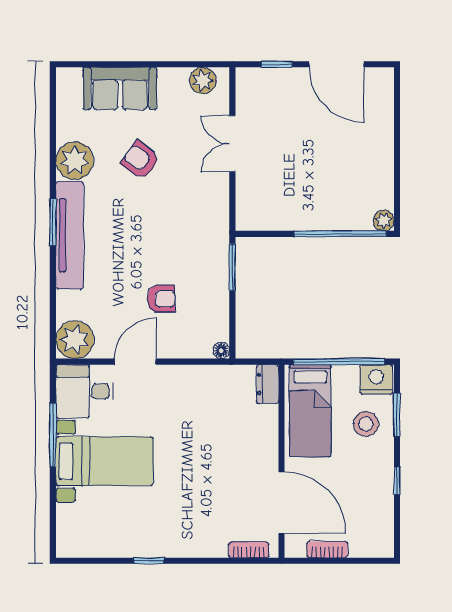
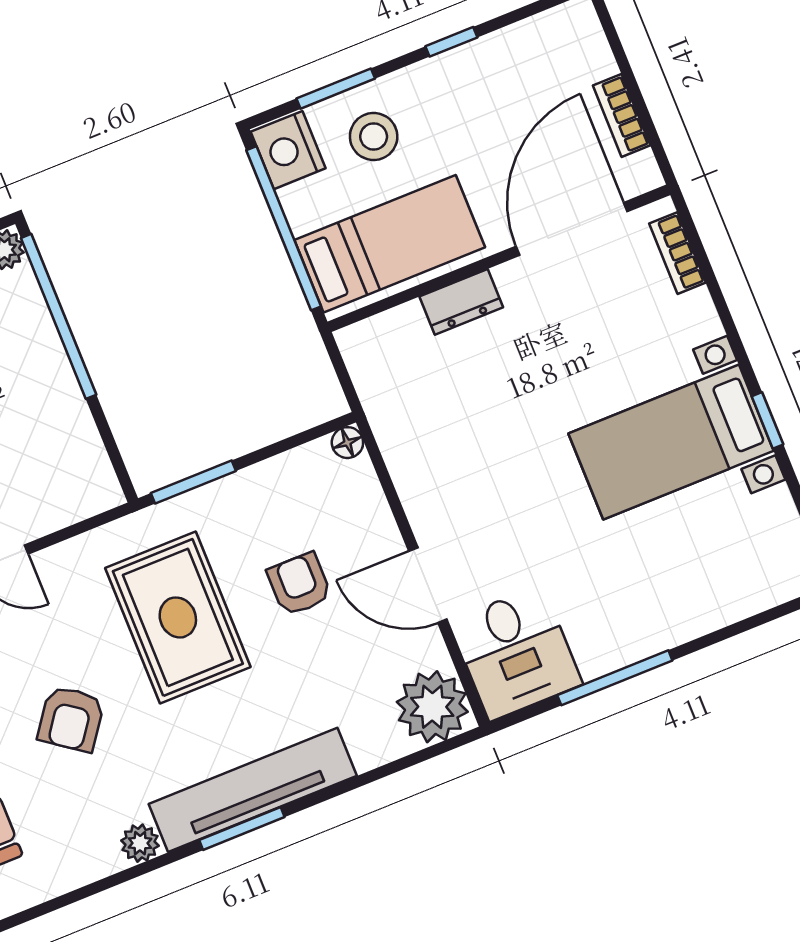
plant: (75, 161) -> (140, 843), width x0.53, depth x0.53
rug: (169, 233) -> (178, 617), added
dresser: (268, 384) -> (461, 302), moved
bed with nightstands: (104, 461) -> (671, 442), moved, turned -90

